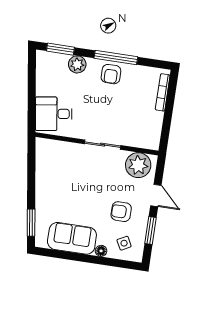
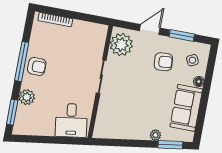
plant: (41, 206) -> (155, 135), added
armchair: (121, 212) -> (163, 62), turned -95

